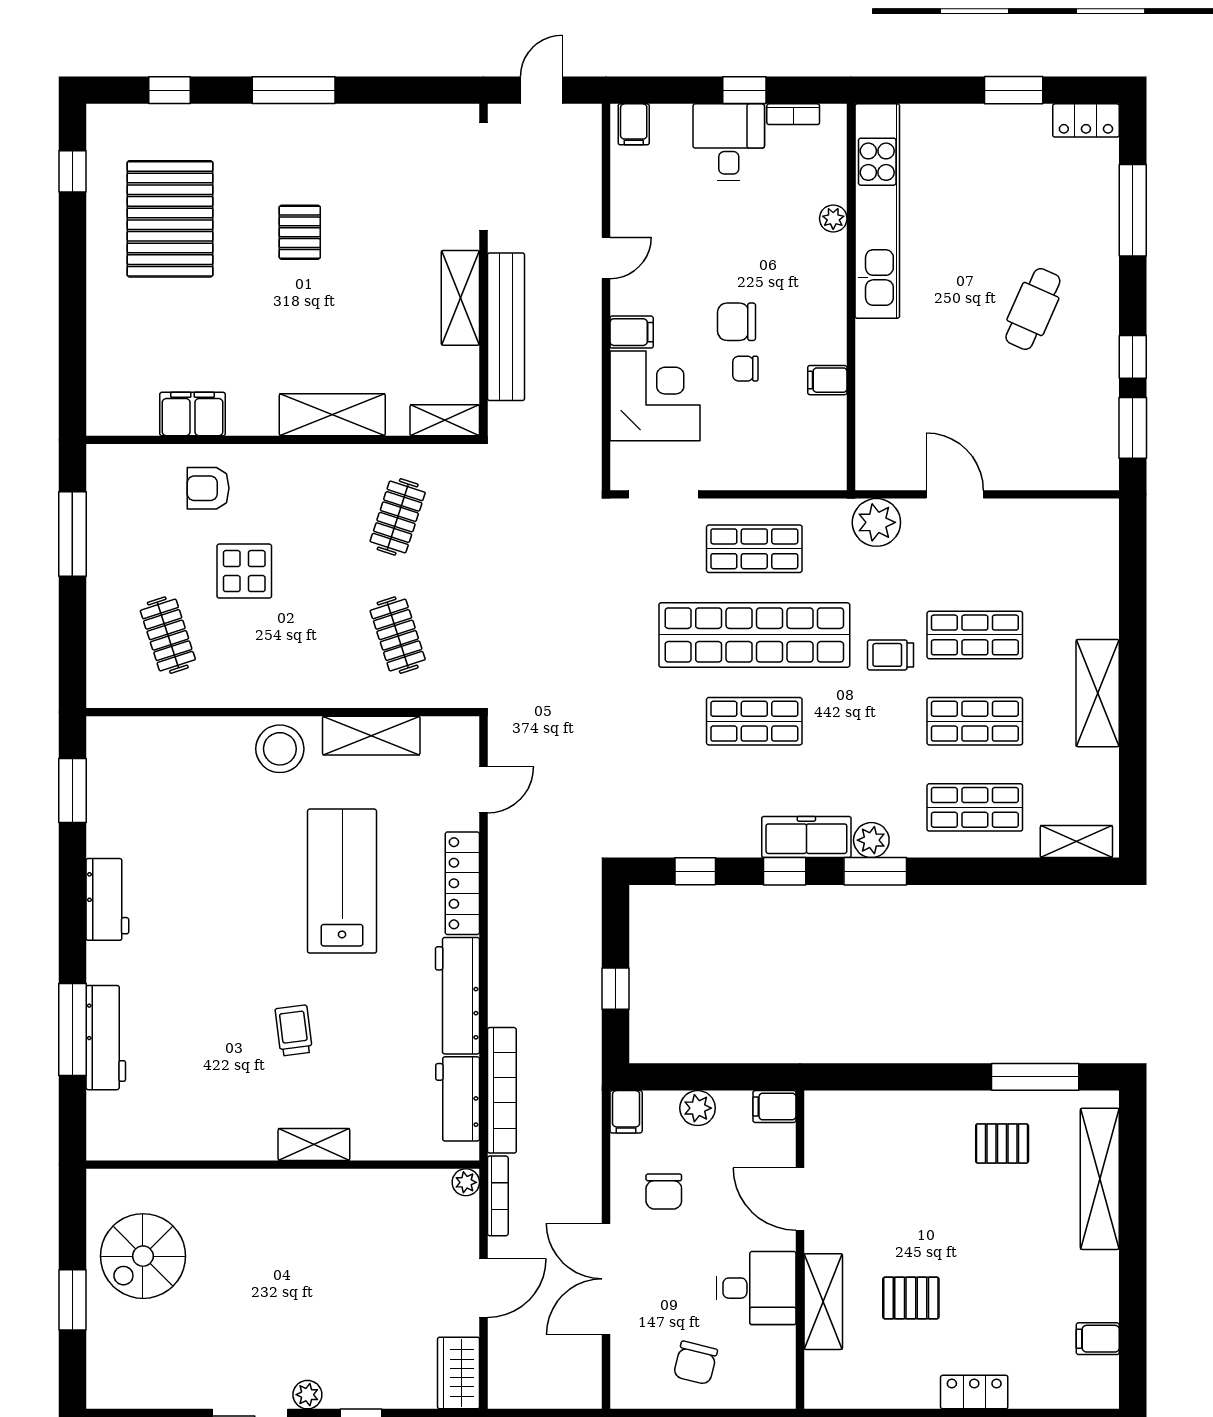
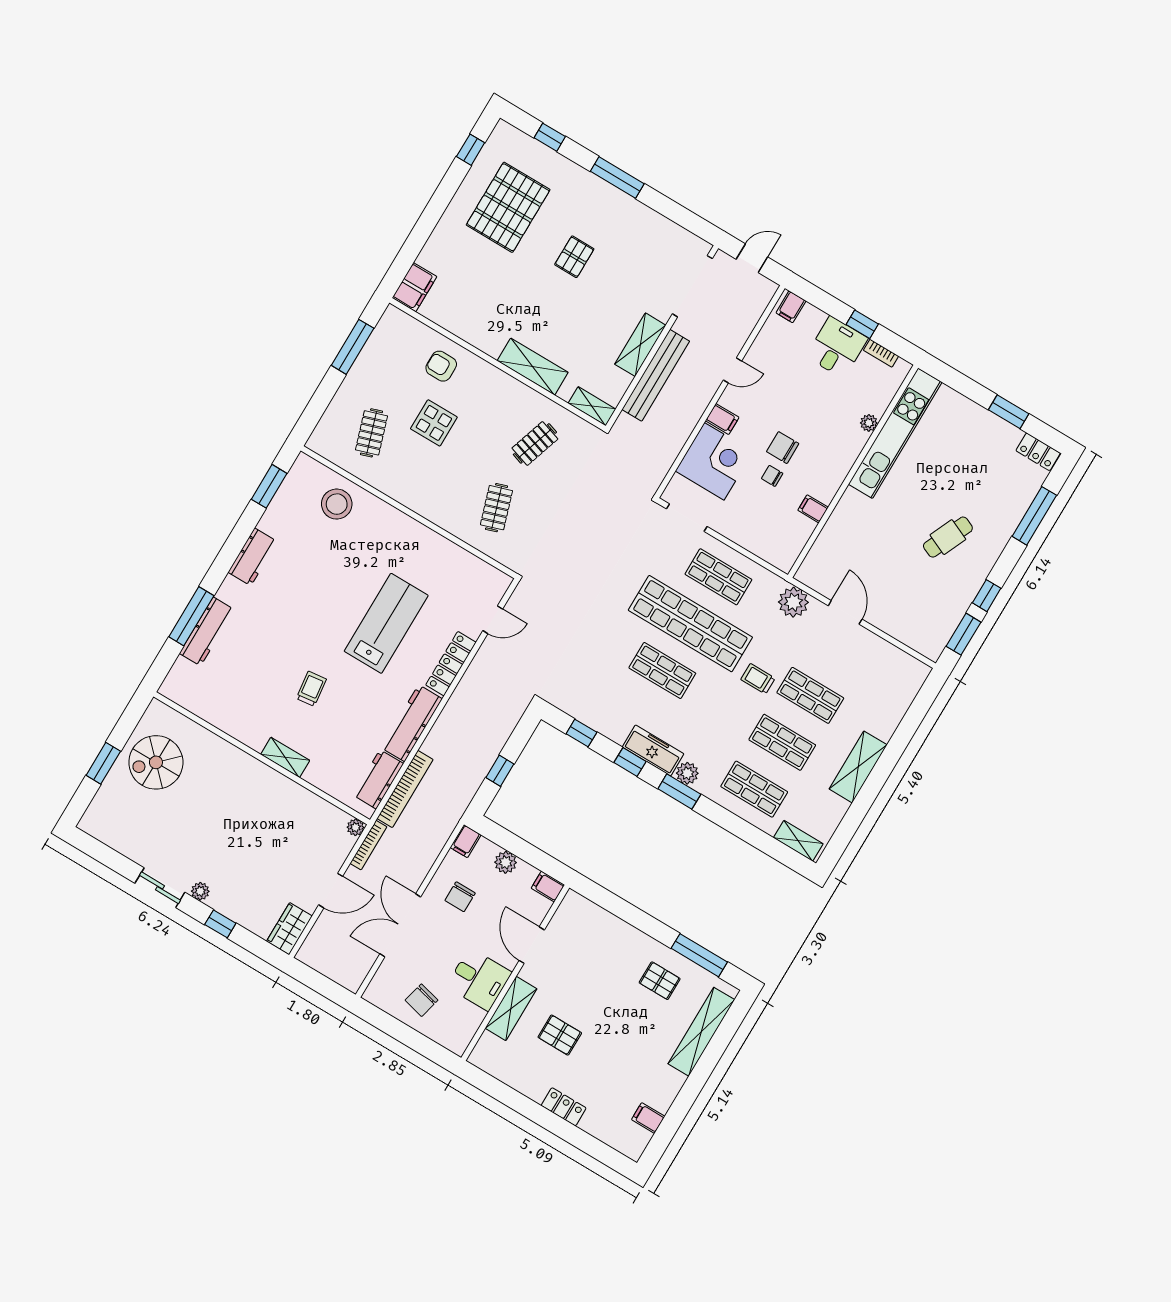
filing cabinet: (193, 414) -> (414, 287), moved, turned 90
shelving: (371, 736) -> (449, 554), removed
stool: (280, 749) -> (337, 504), moved

